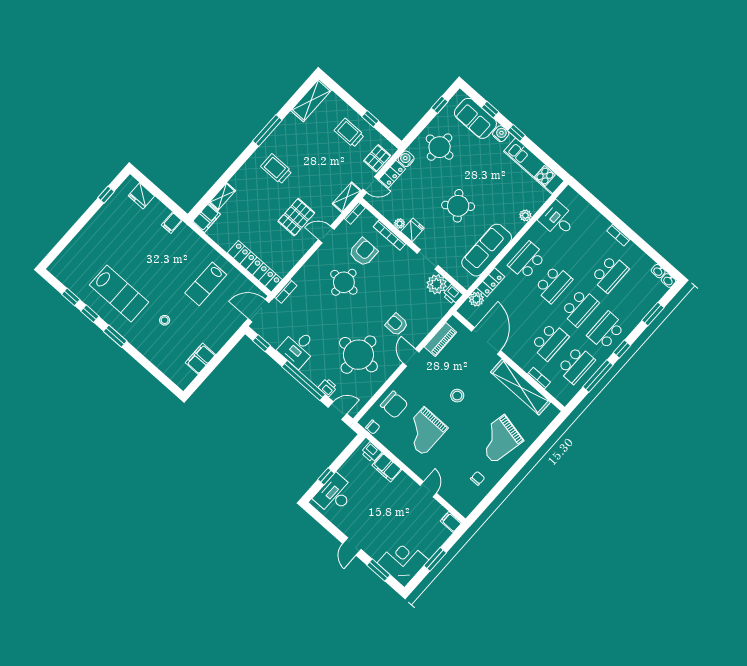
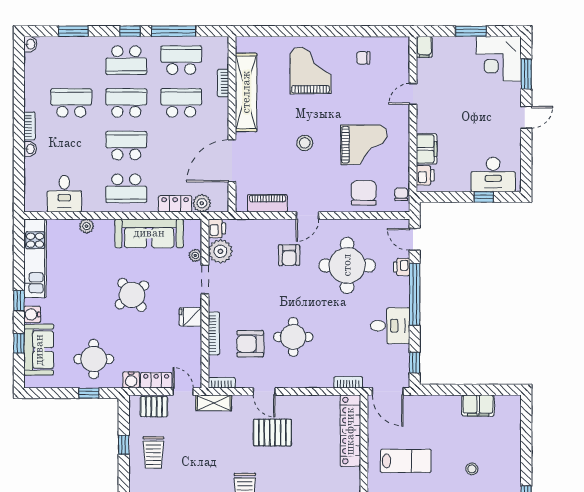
window: (440, 105) -> (89, 393), moved
plant: (399, 224) -> (195, 255), moved
washbasin: (658, 271) -> (30, 149), moved
grand piano: (499, 439) -> (310, 71), turned -102

